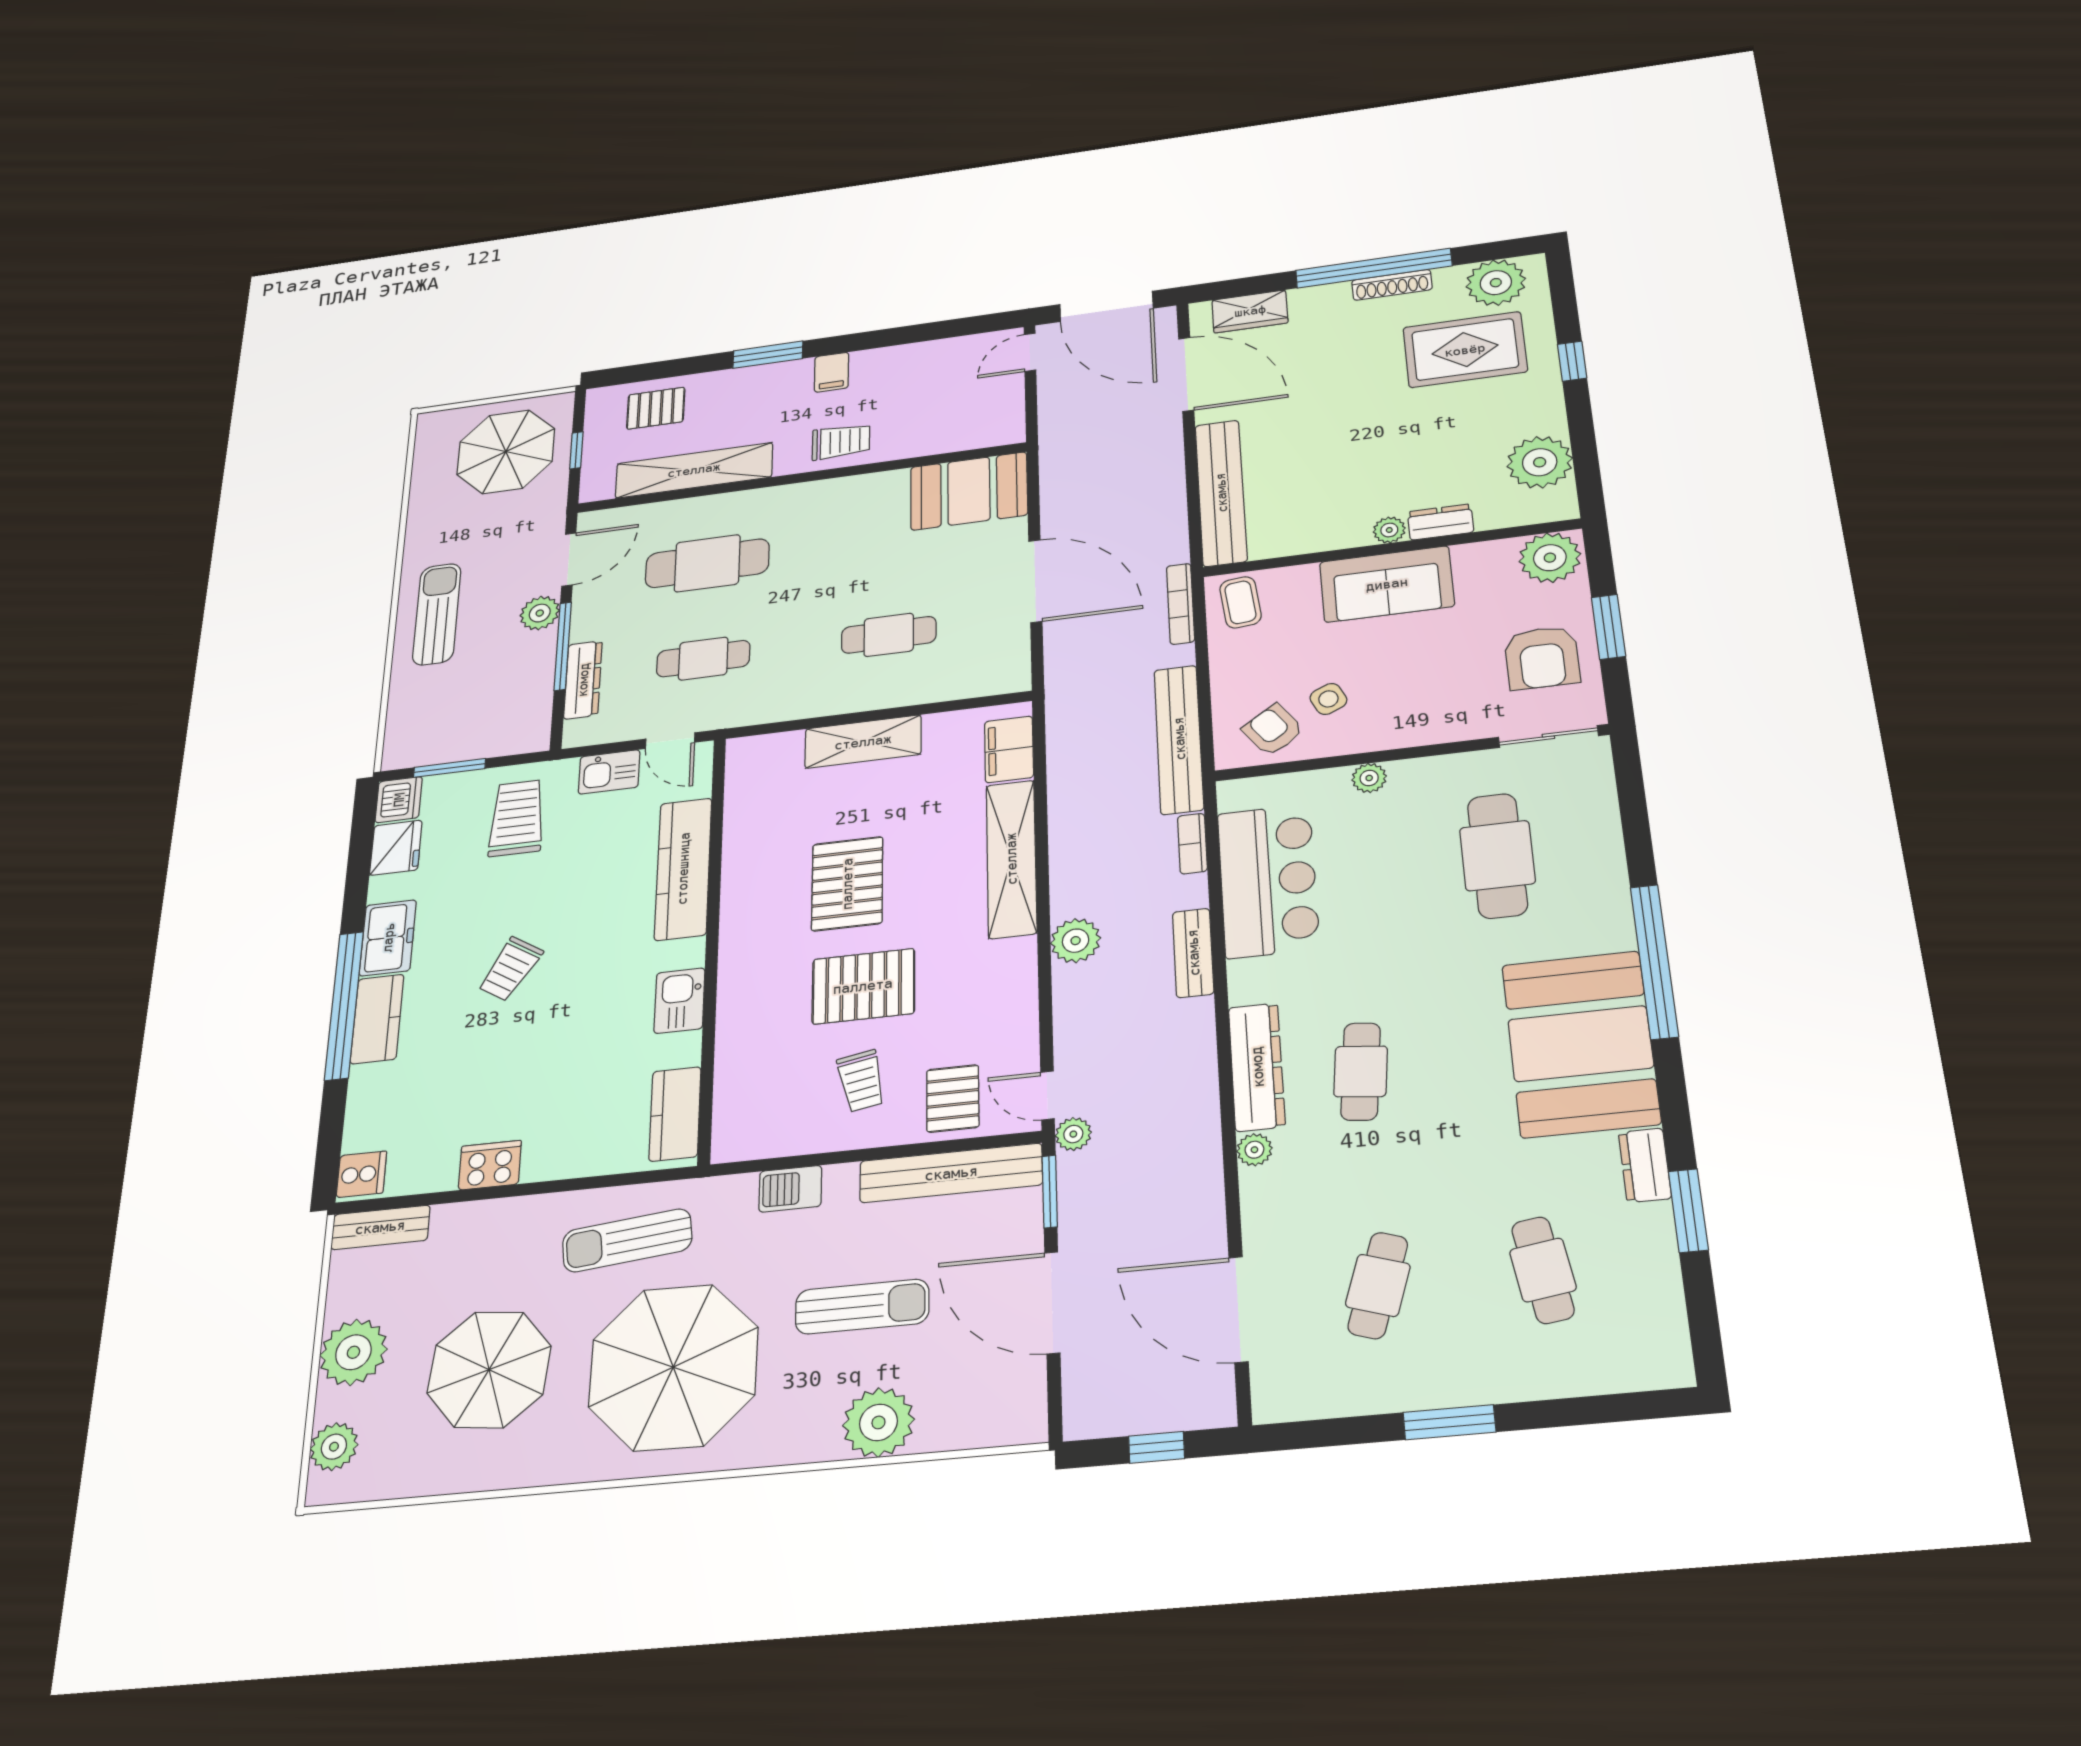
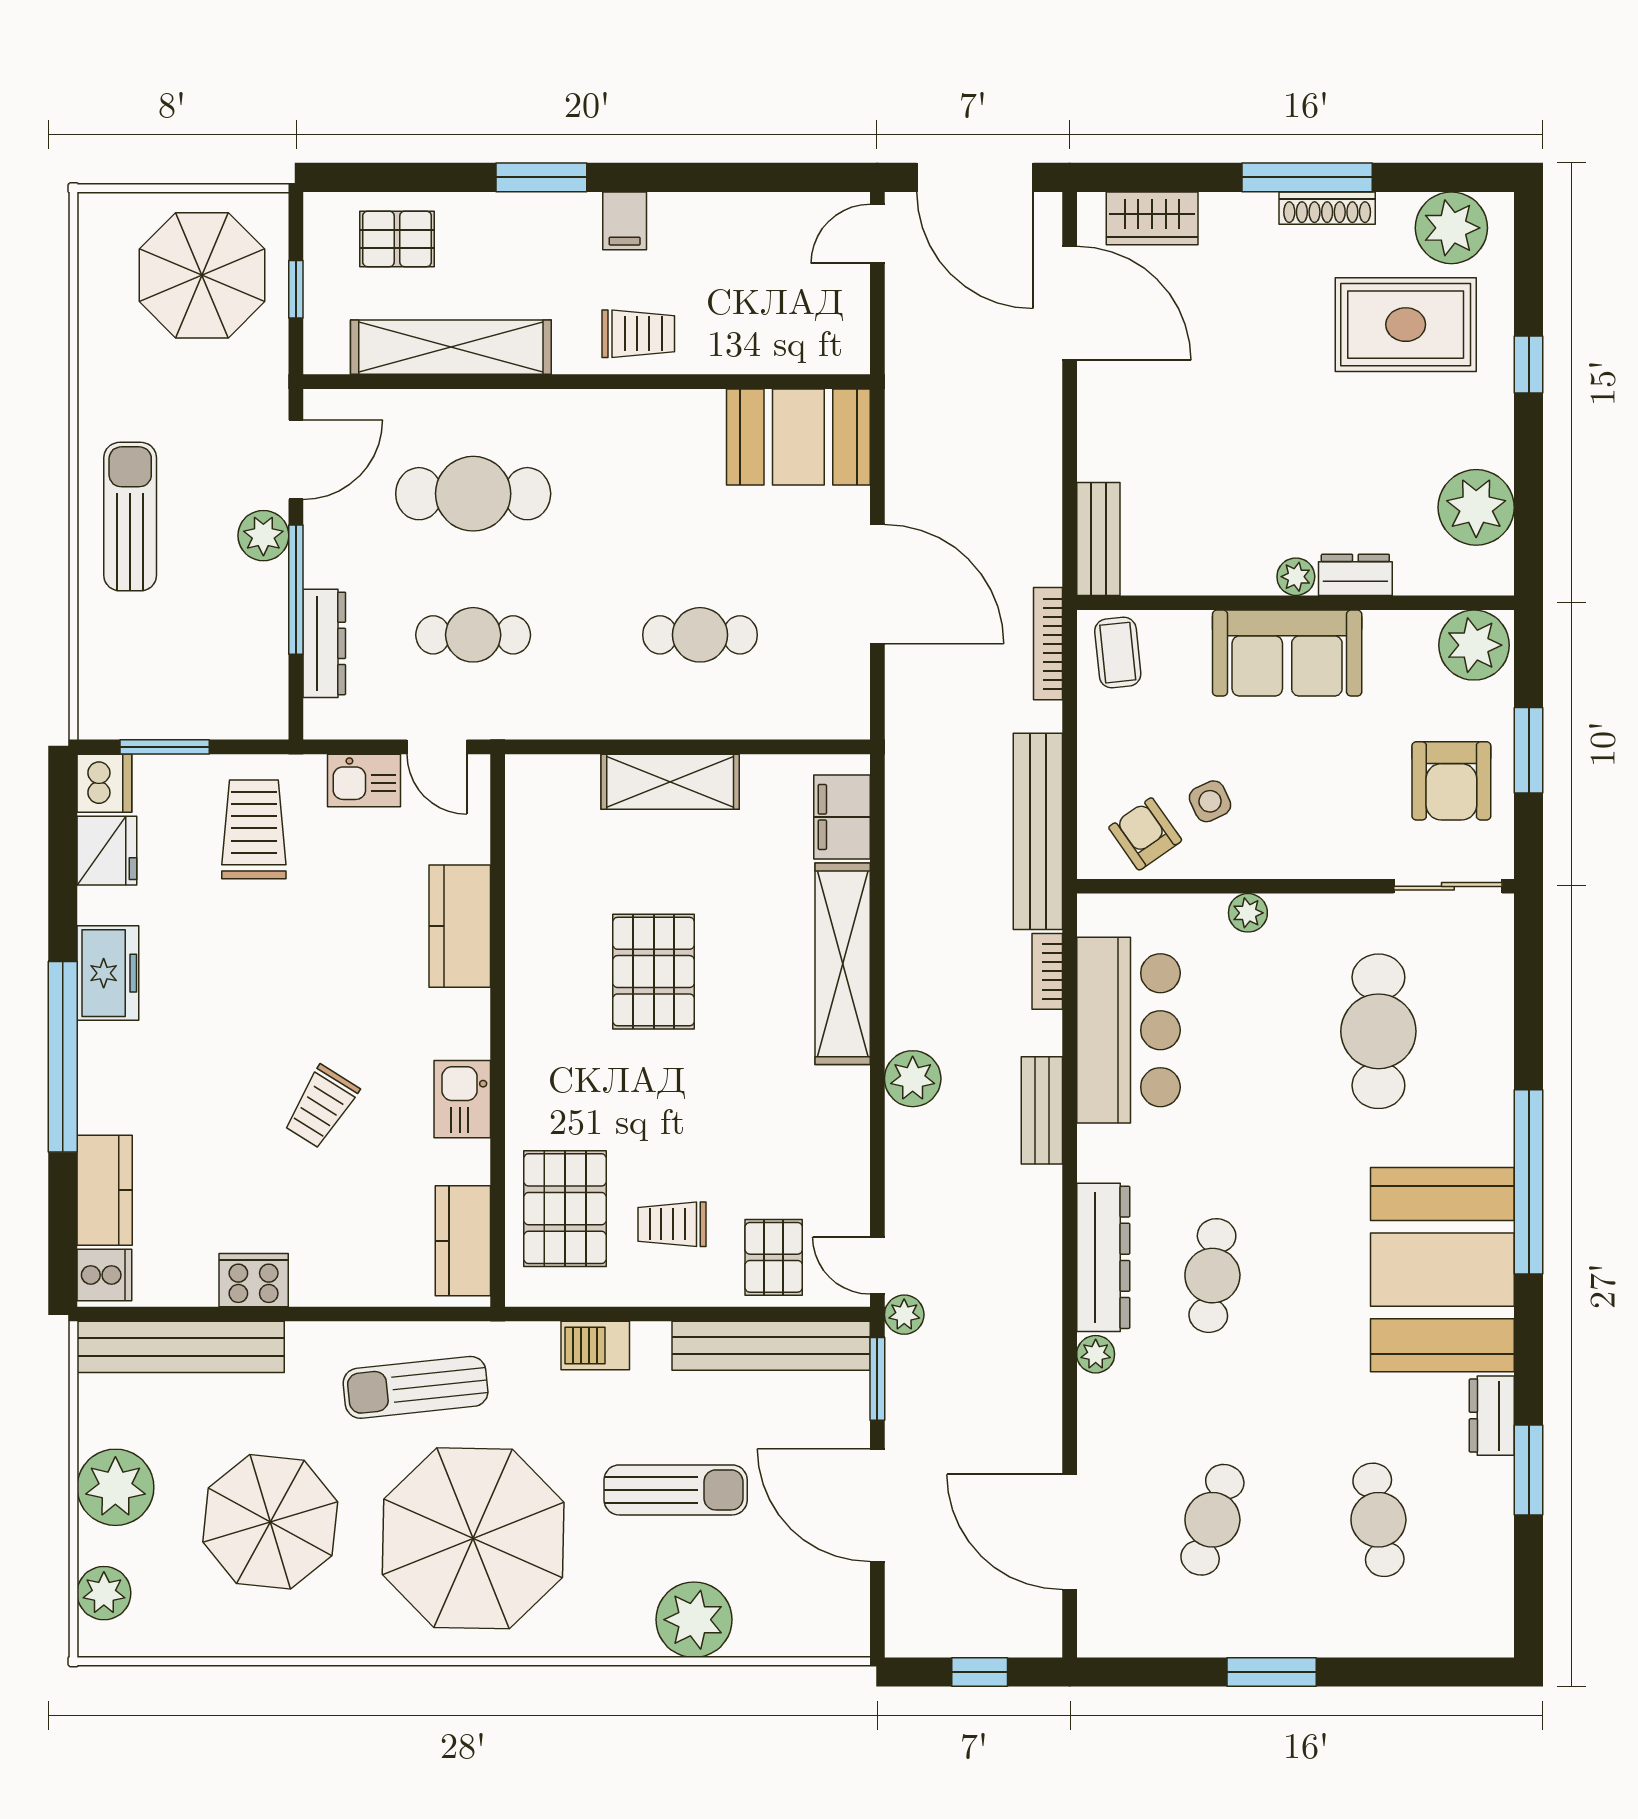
window: (1374, 268) -> (1307, 177), width x0.68
bench: (1221, 493) -> (1098, 539), width x0.54, depth x0.82
kitchen counter: (683, 869) -> (460, 926), width x0.67
trolley: (510, 969) -> (321, 1107), moved
pallet: (863, 986) -> (565, 1209), moved, turned 90
kitchen counter: (377, 1019) -> (105, 1190), moved
trolley: (861, 1081) -> (672, 1224), turned 101
bench: (380, 1227) -> (181, 1347), width x1.86, depth x1.21

